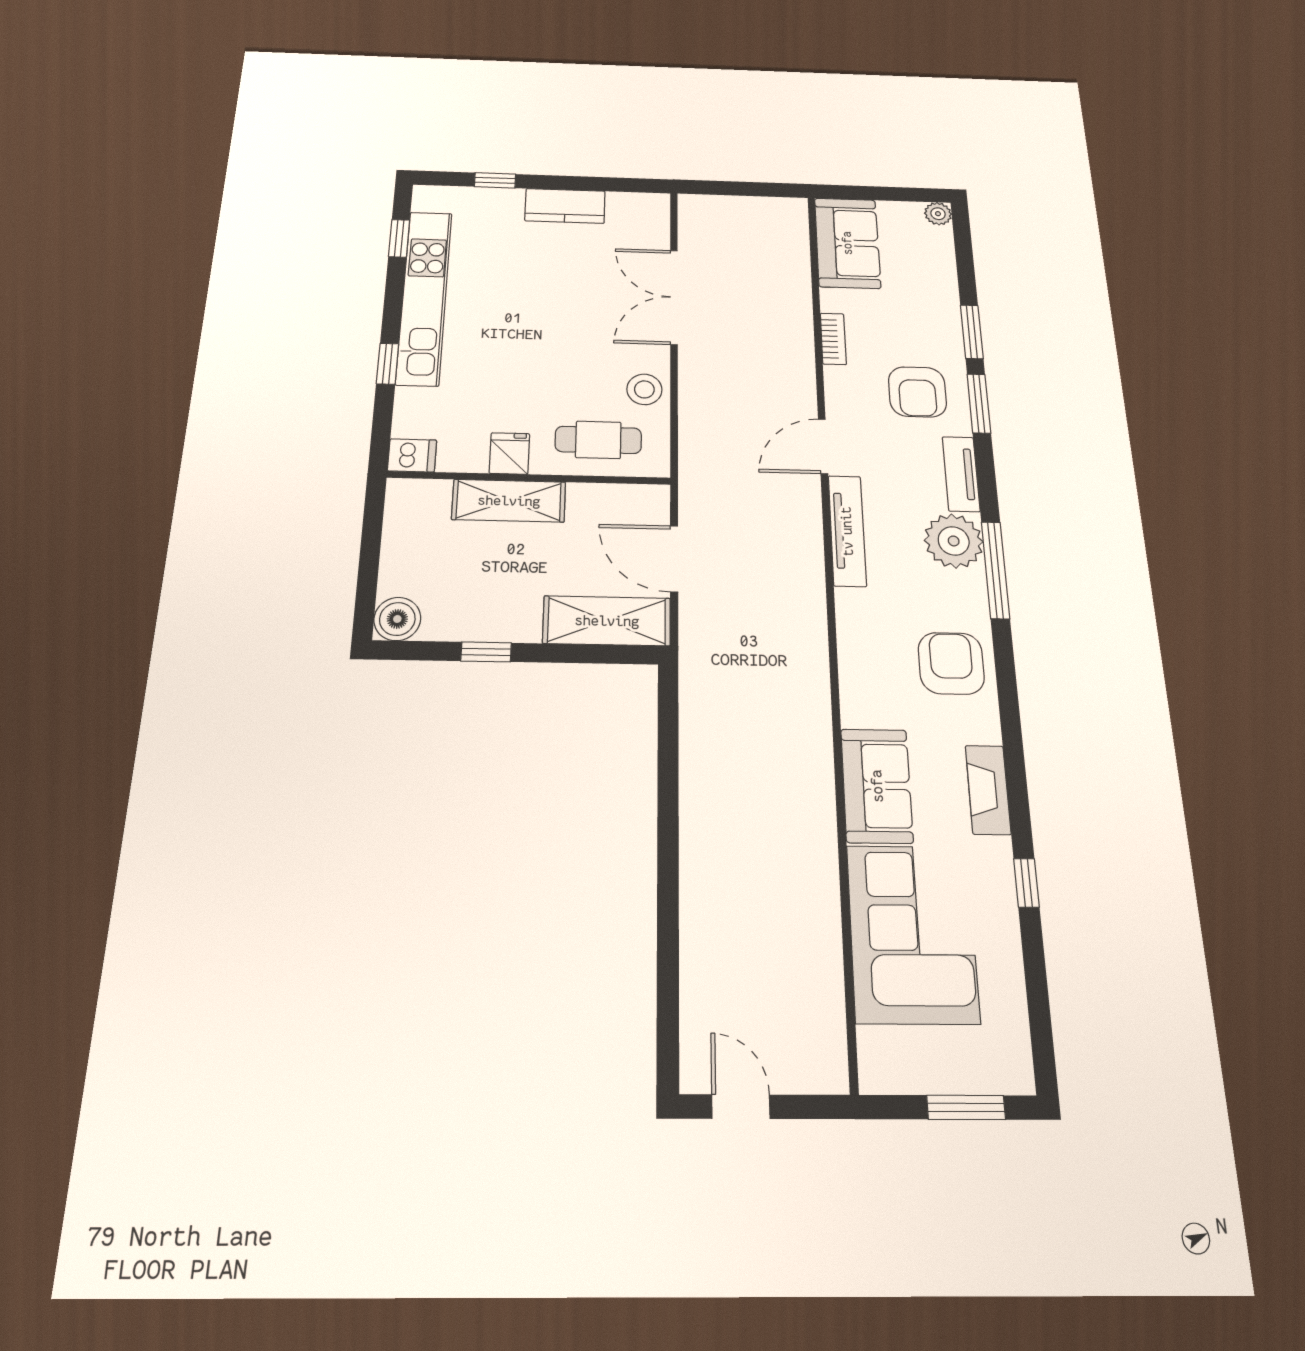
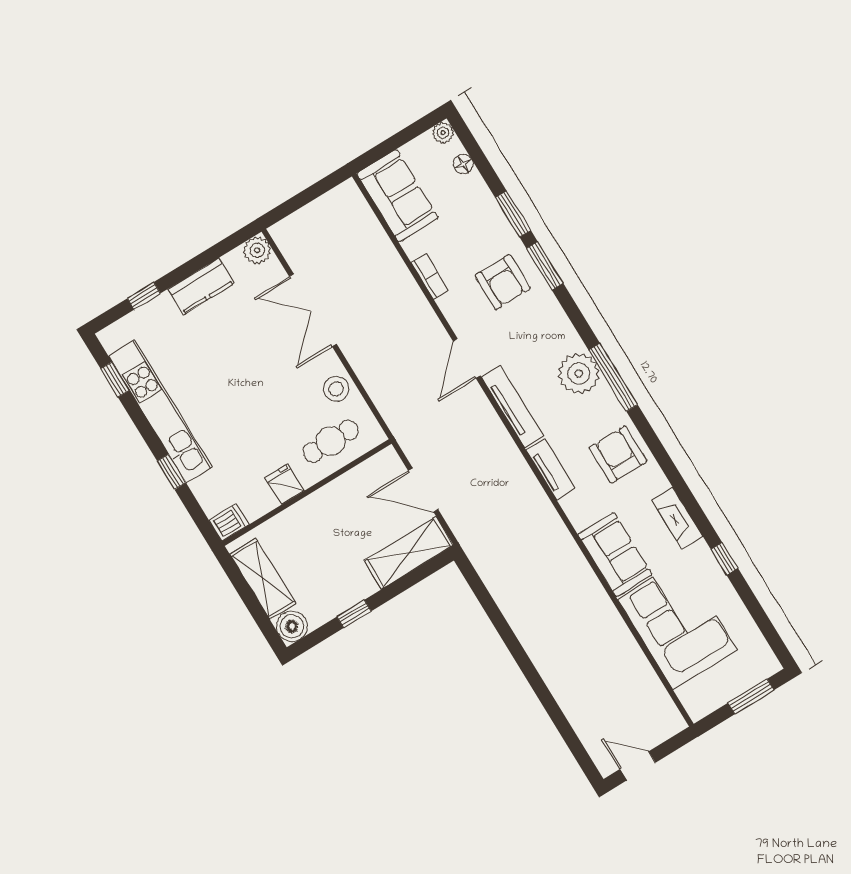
plant: (652, 207) -> (257, 250), added
floor lamp: (943, 254) -> (463, 164), added
tv unit: (961, 474) -> (551, 469), moved, turned 180
shelving: (509, 501) -> (263, 579), moved, turned 90

